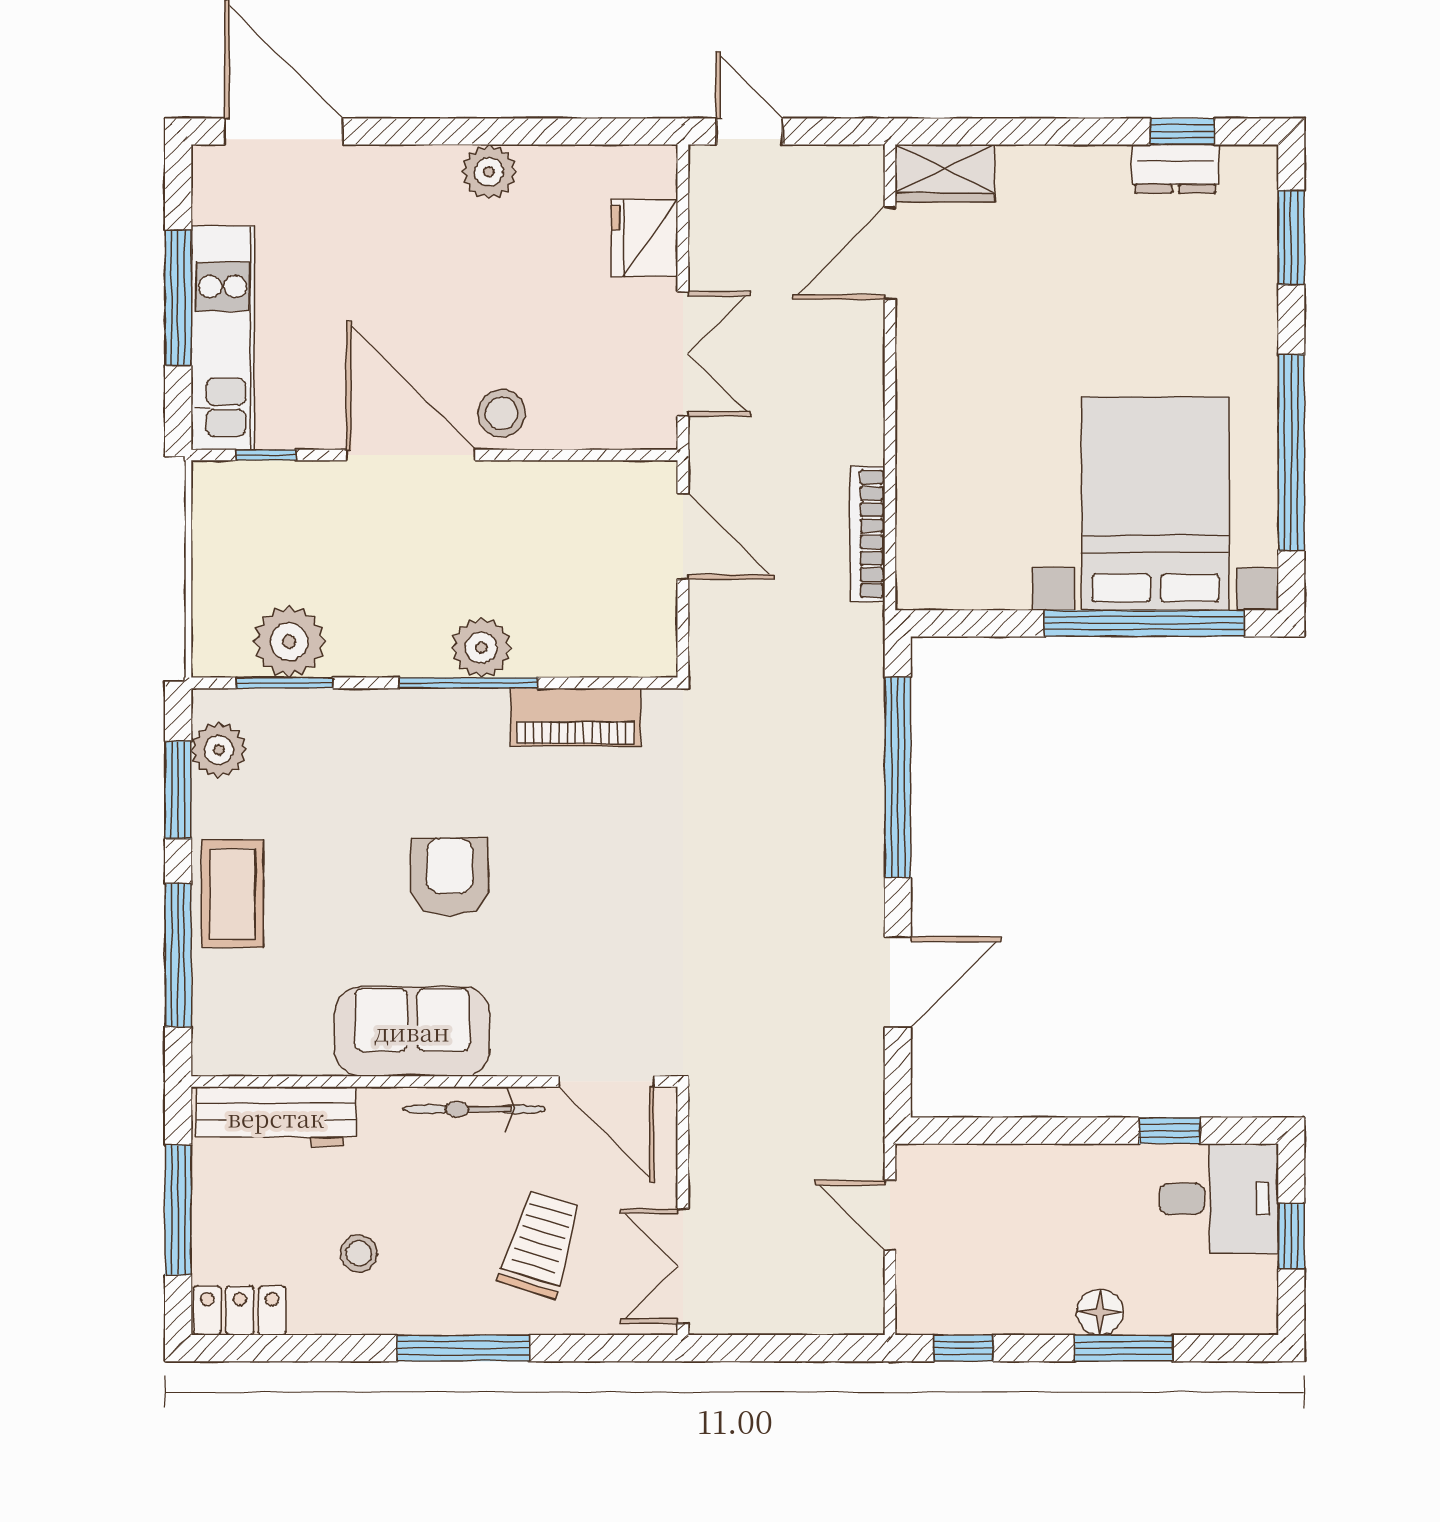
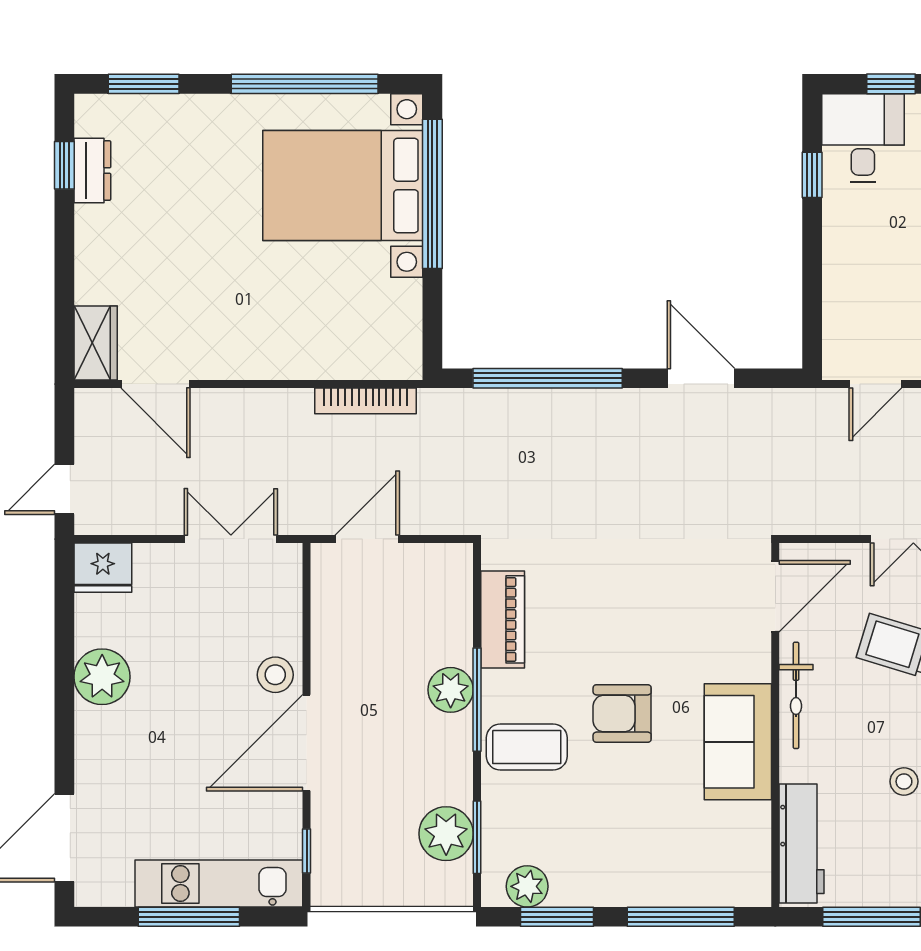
plant: (489, 172) -> (102, 677), width x1.36, depth x1.36
fridge: (645, 238) -> (103, 568), moved
coffee table: (232, 894) -> (527, 747), moved

